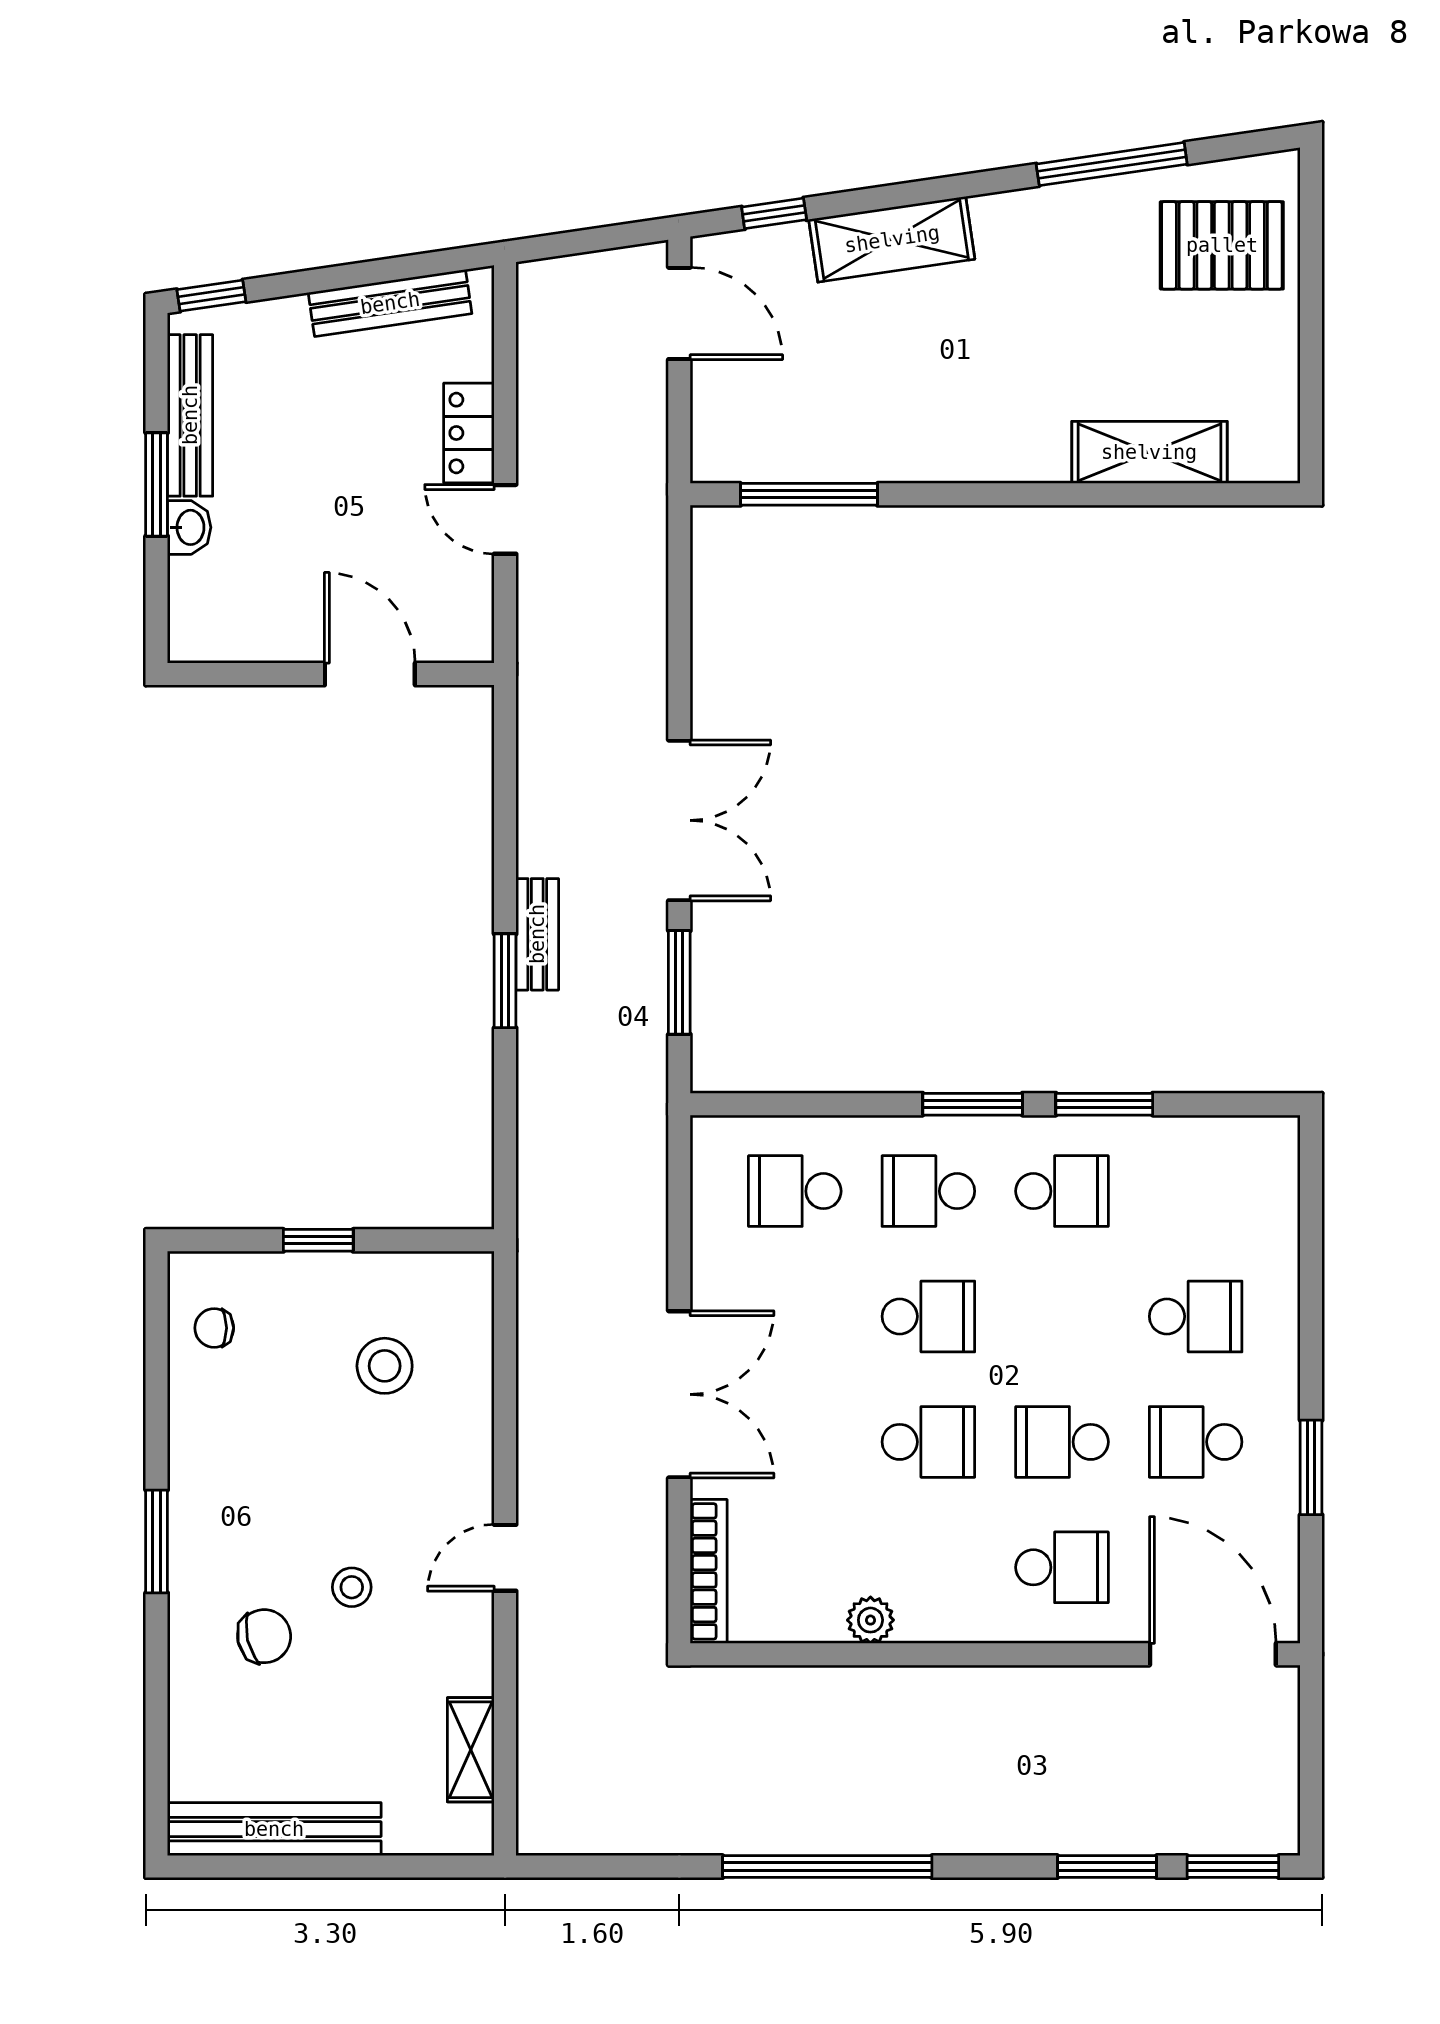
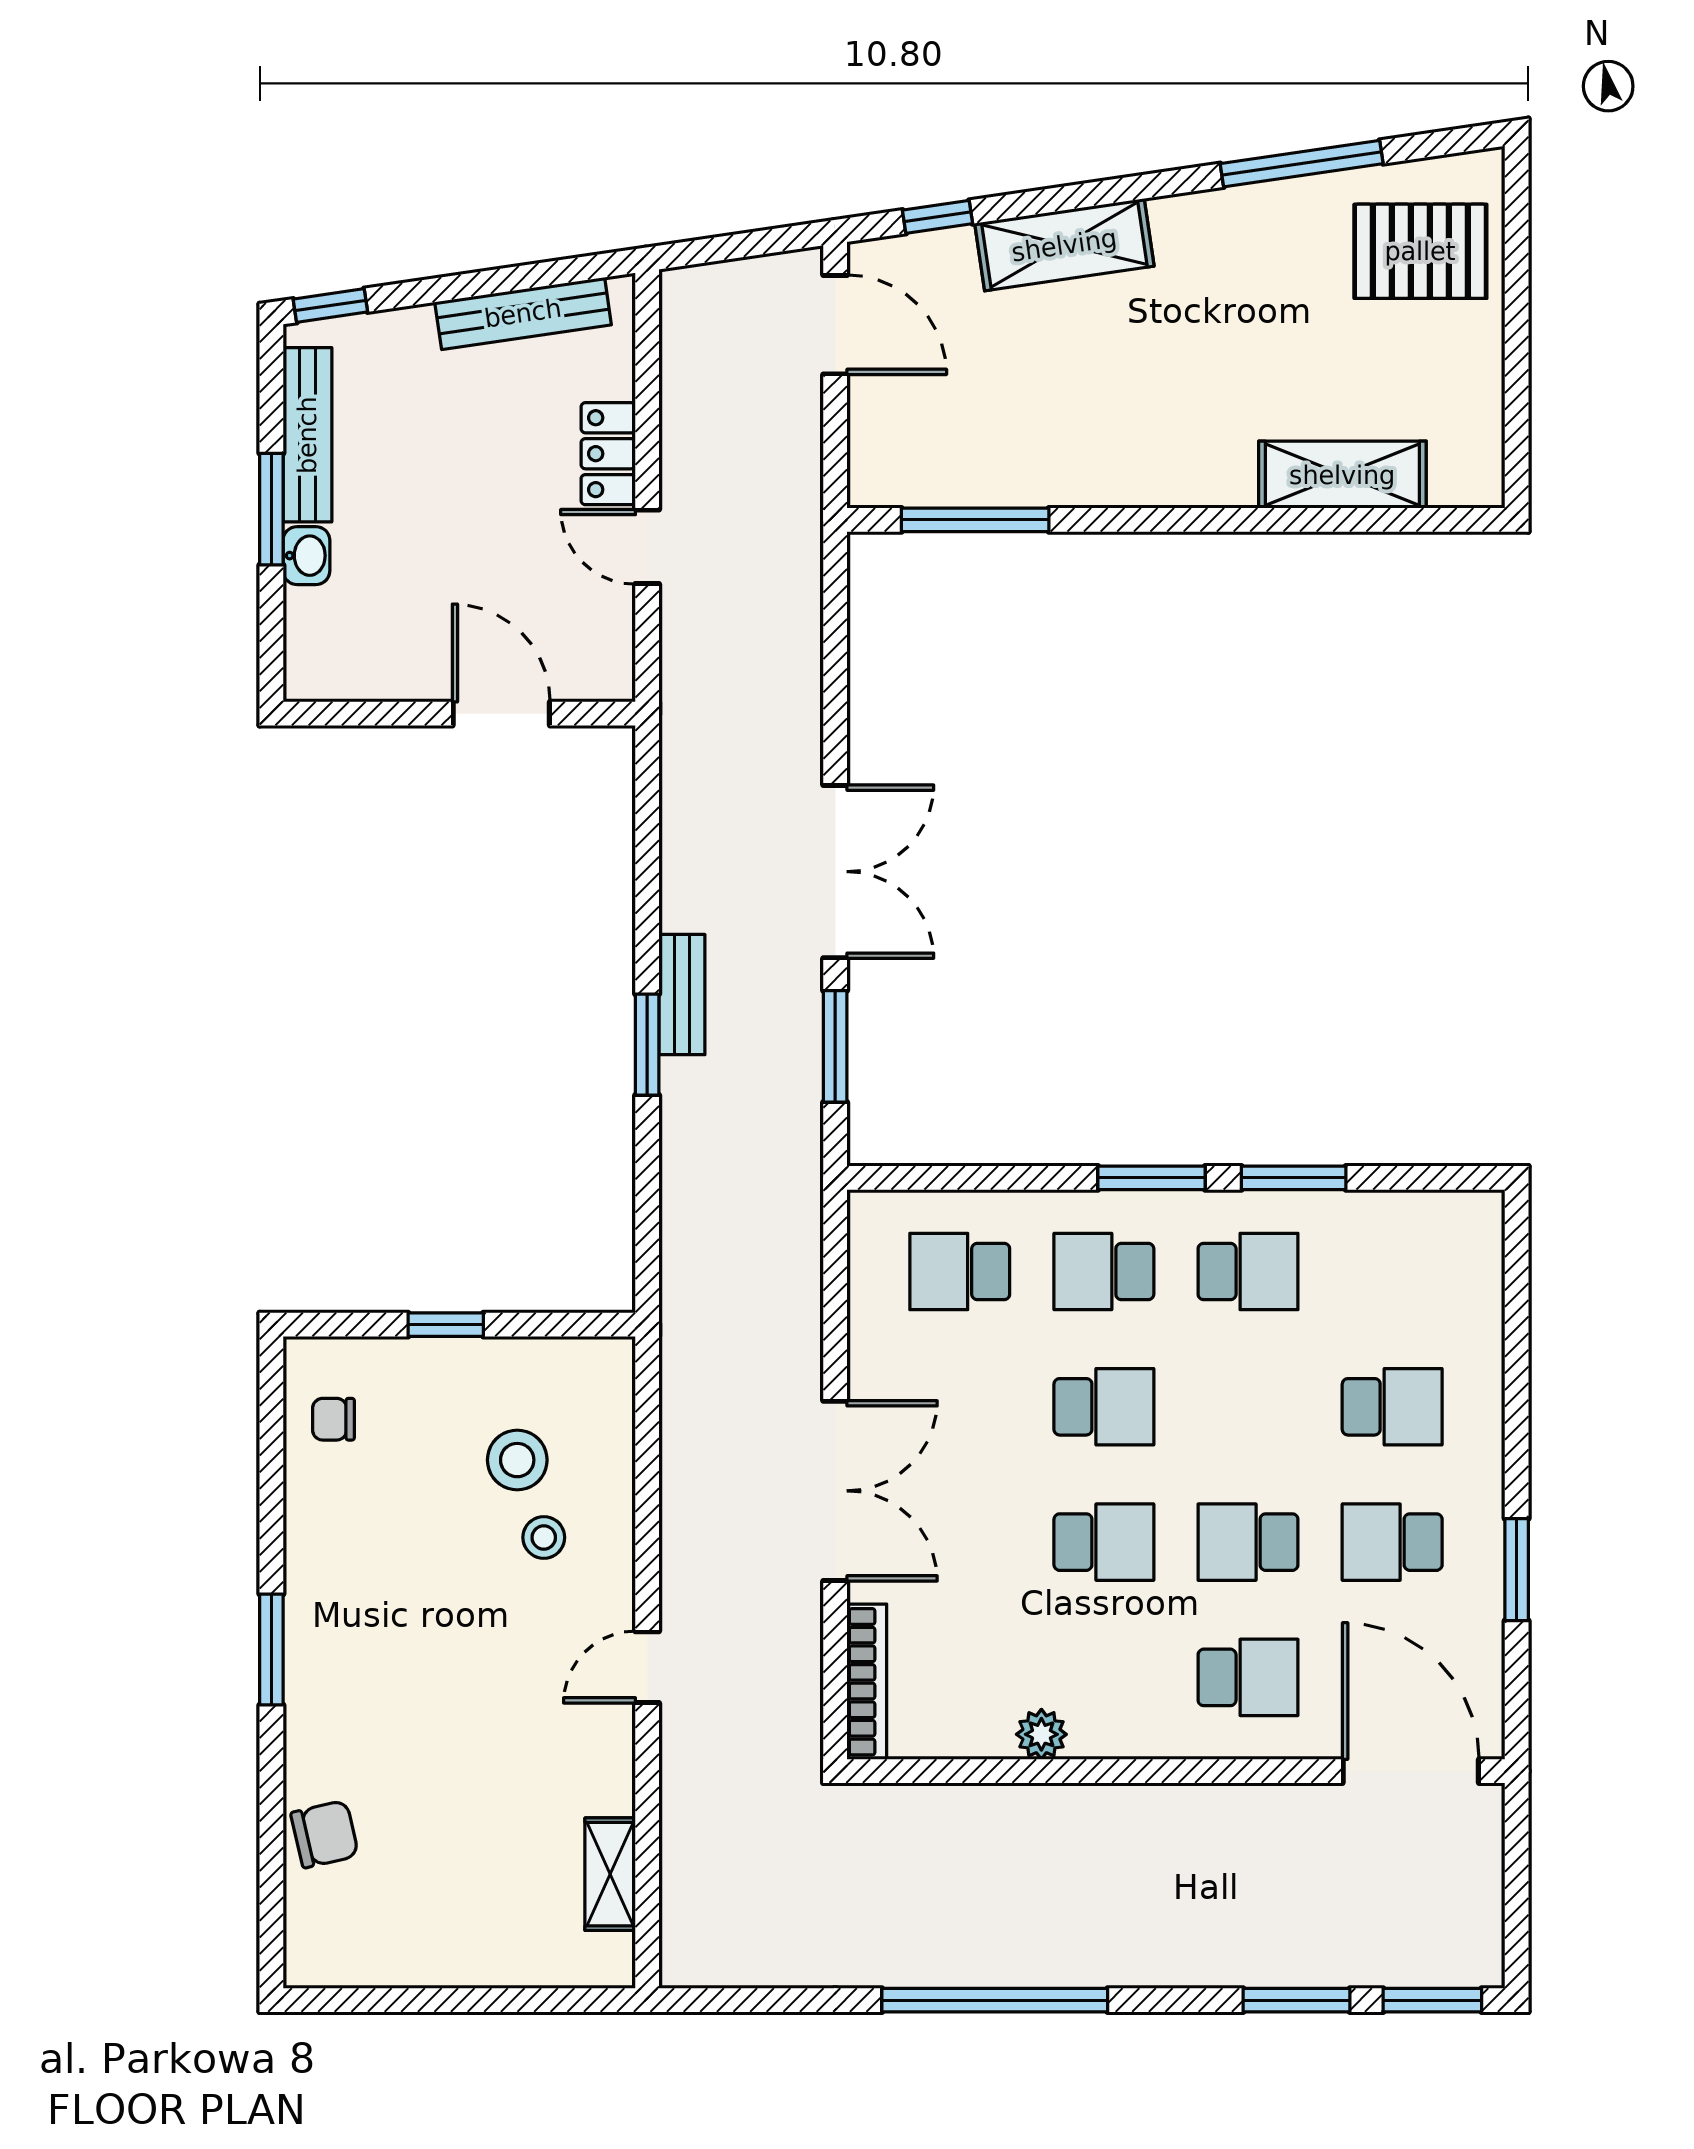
stool: (352, 1587) -> (544, 1537), moved
chair: (264, 1636) -> (325, 1834), moved
bench: (274, 1829) -> (398, 1960), removed

